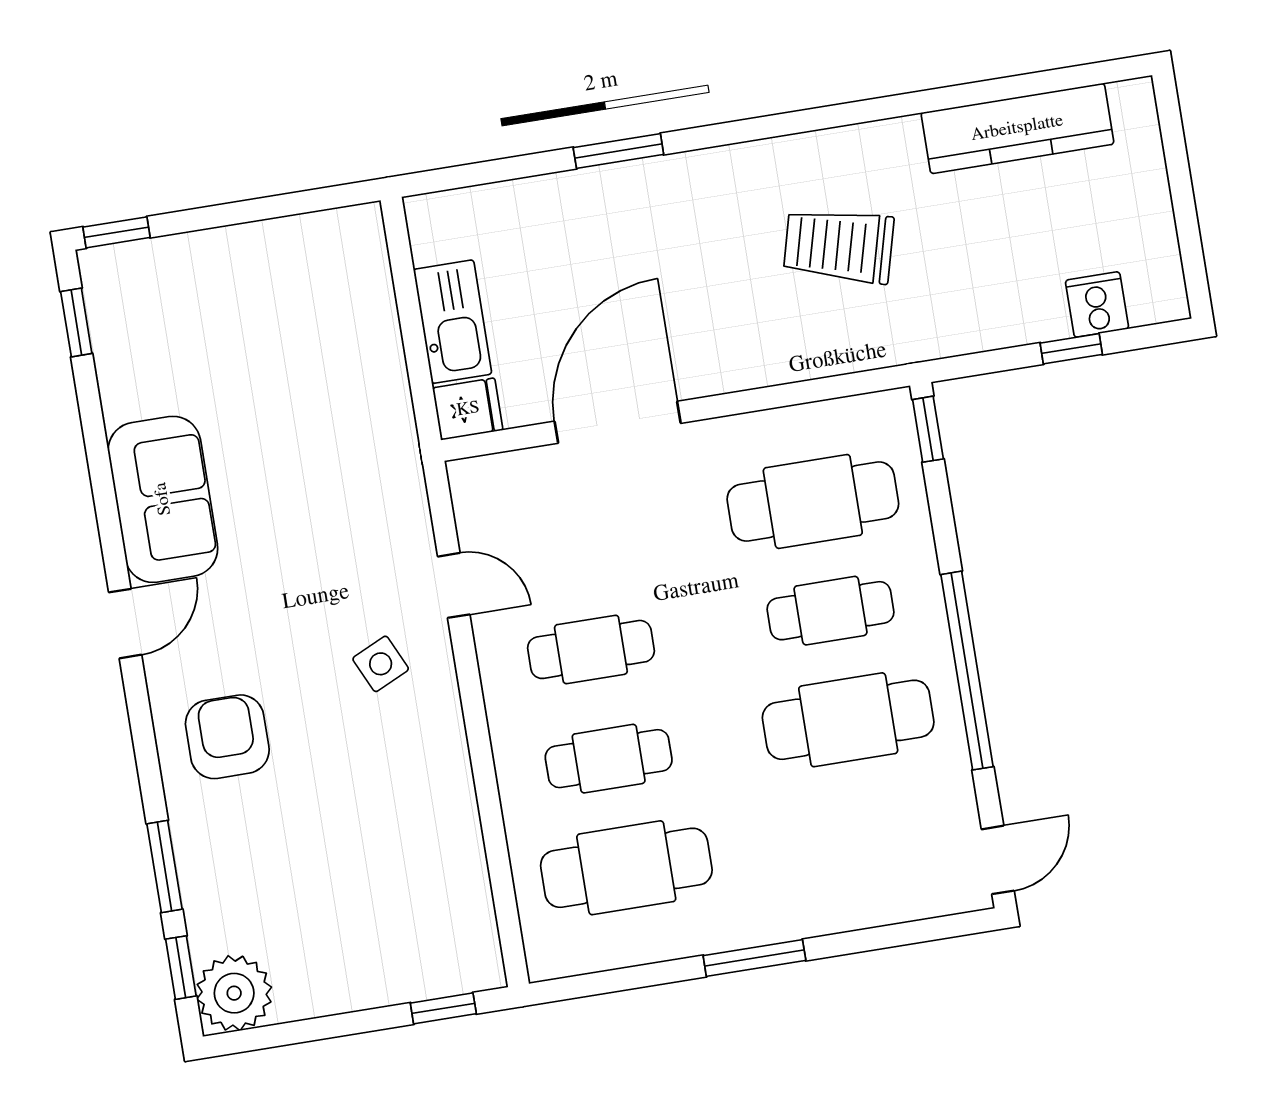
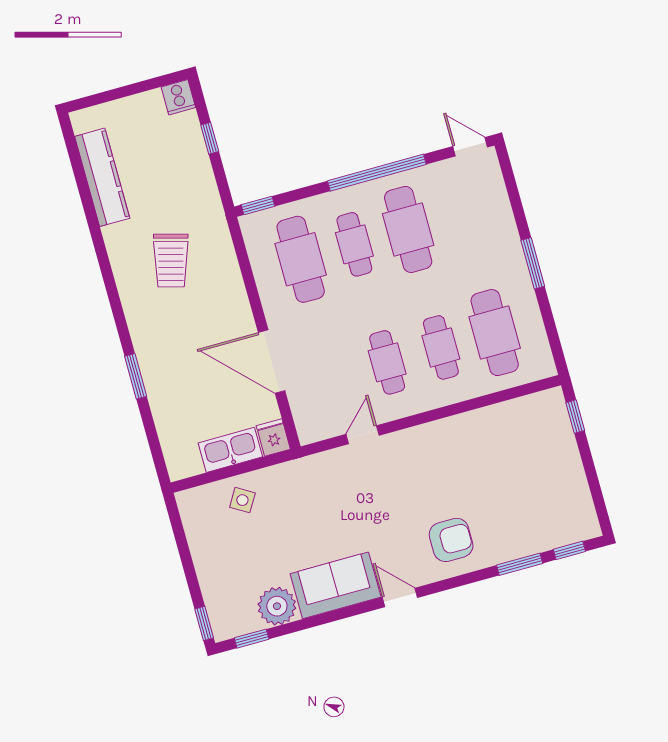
cooker: (1097, 304) -> (178, 97), moved, turned -90
side table: (381, 664) -> (242, 500), moved, turned -34
armchair: (227, 737) -> (451, 540), turned 180
plant: (234, 993) -> (277, 606), moved

